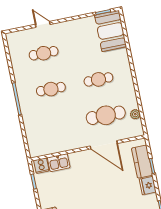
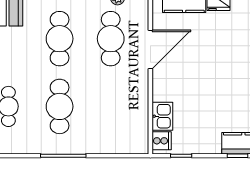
cafe table: (98, 79) -> (60, 39), width x1.37, depth x1.35
cafe table: (51, 89) -> (60, 106), width x1.37, depth x1.35

